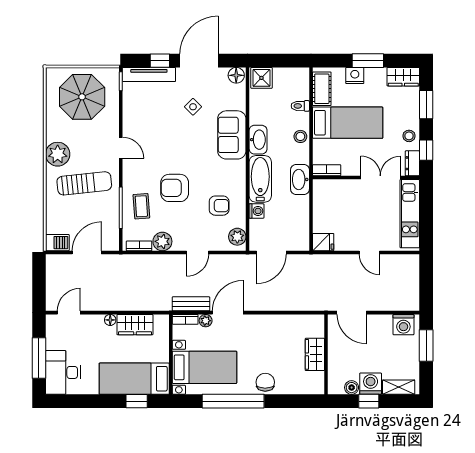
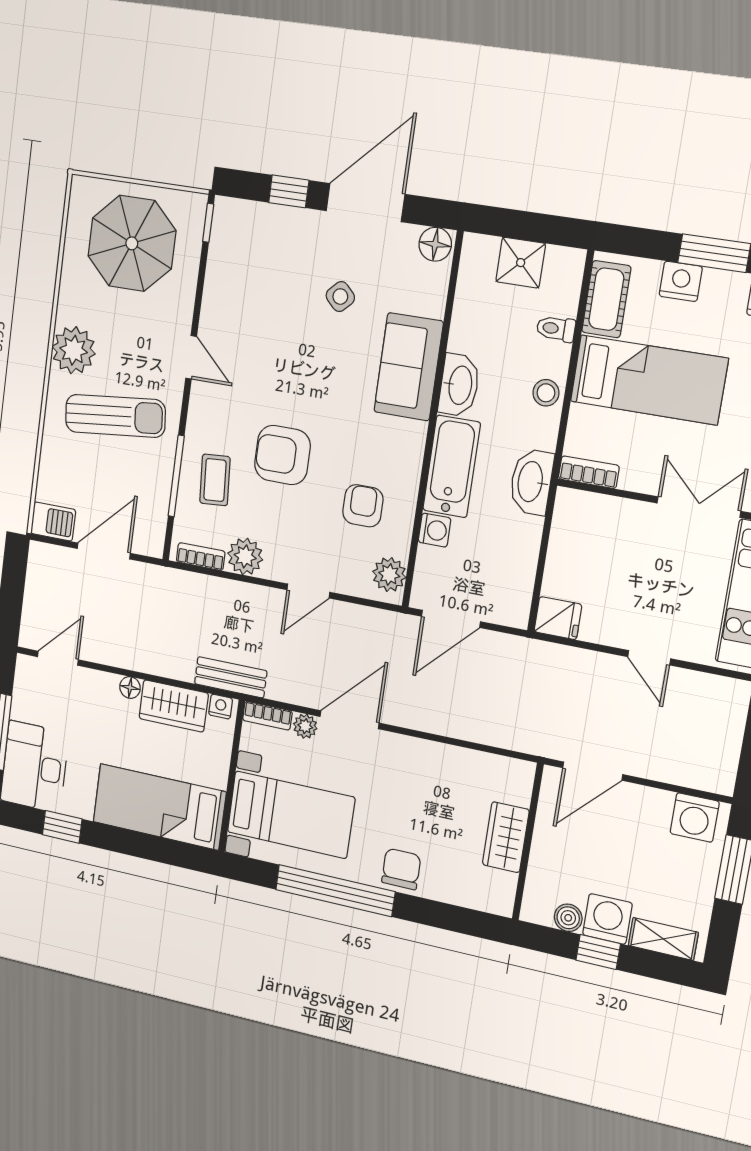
tv unit: (149, 75) -> (264, 217), removed
shower: (261, 78) -> (521, 263), moved
armchair: (219, 206) -> (363, 506), turned -90
bench: (191, 304) -> (231, 677), moved
door: (352, 313) -> (593, 771), hinge flipped
nightstand: (160, 320) -> (221, 707), added
window: (137, 401) -> (62, 827), moved

